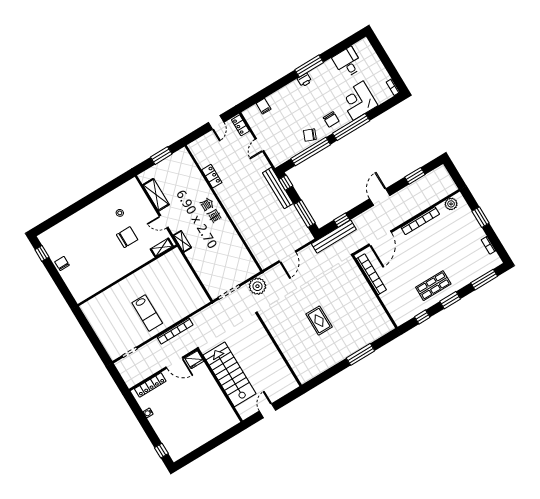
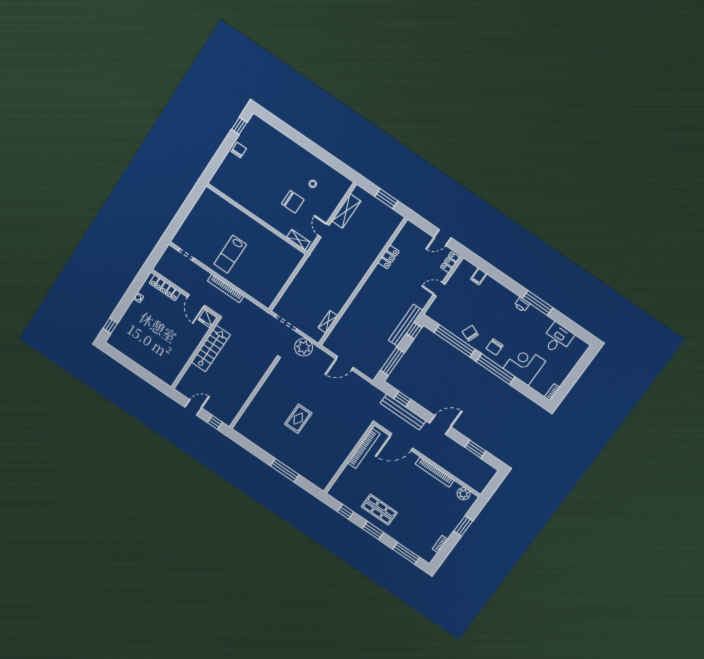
bench: (334, 237) -> (403, 412), moved
shelving: (182, 241) -> (328, 322), moved
stairs: (230, 374) -> (211, 348), width x0.73, depth x0.66
window: (289, 397) -> (215, 422), added

